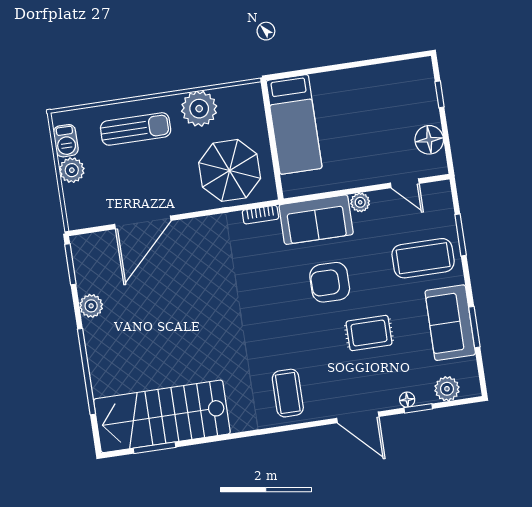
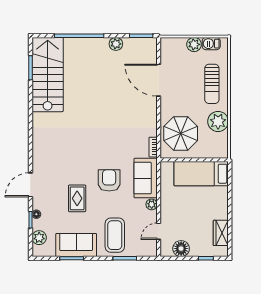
wardrobe: (392, 75) -> (221, 233), added
coffee table: (288, 393) -> (50, 147), removed

